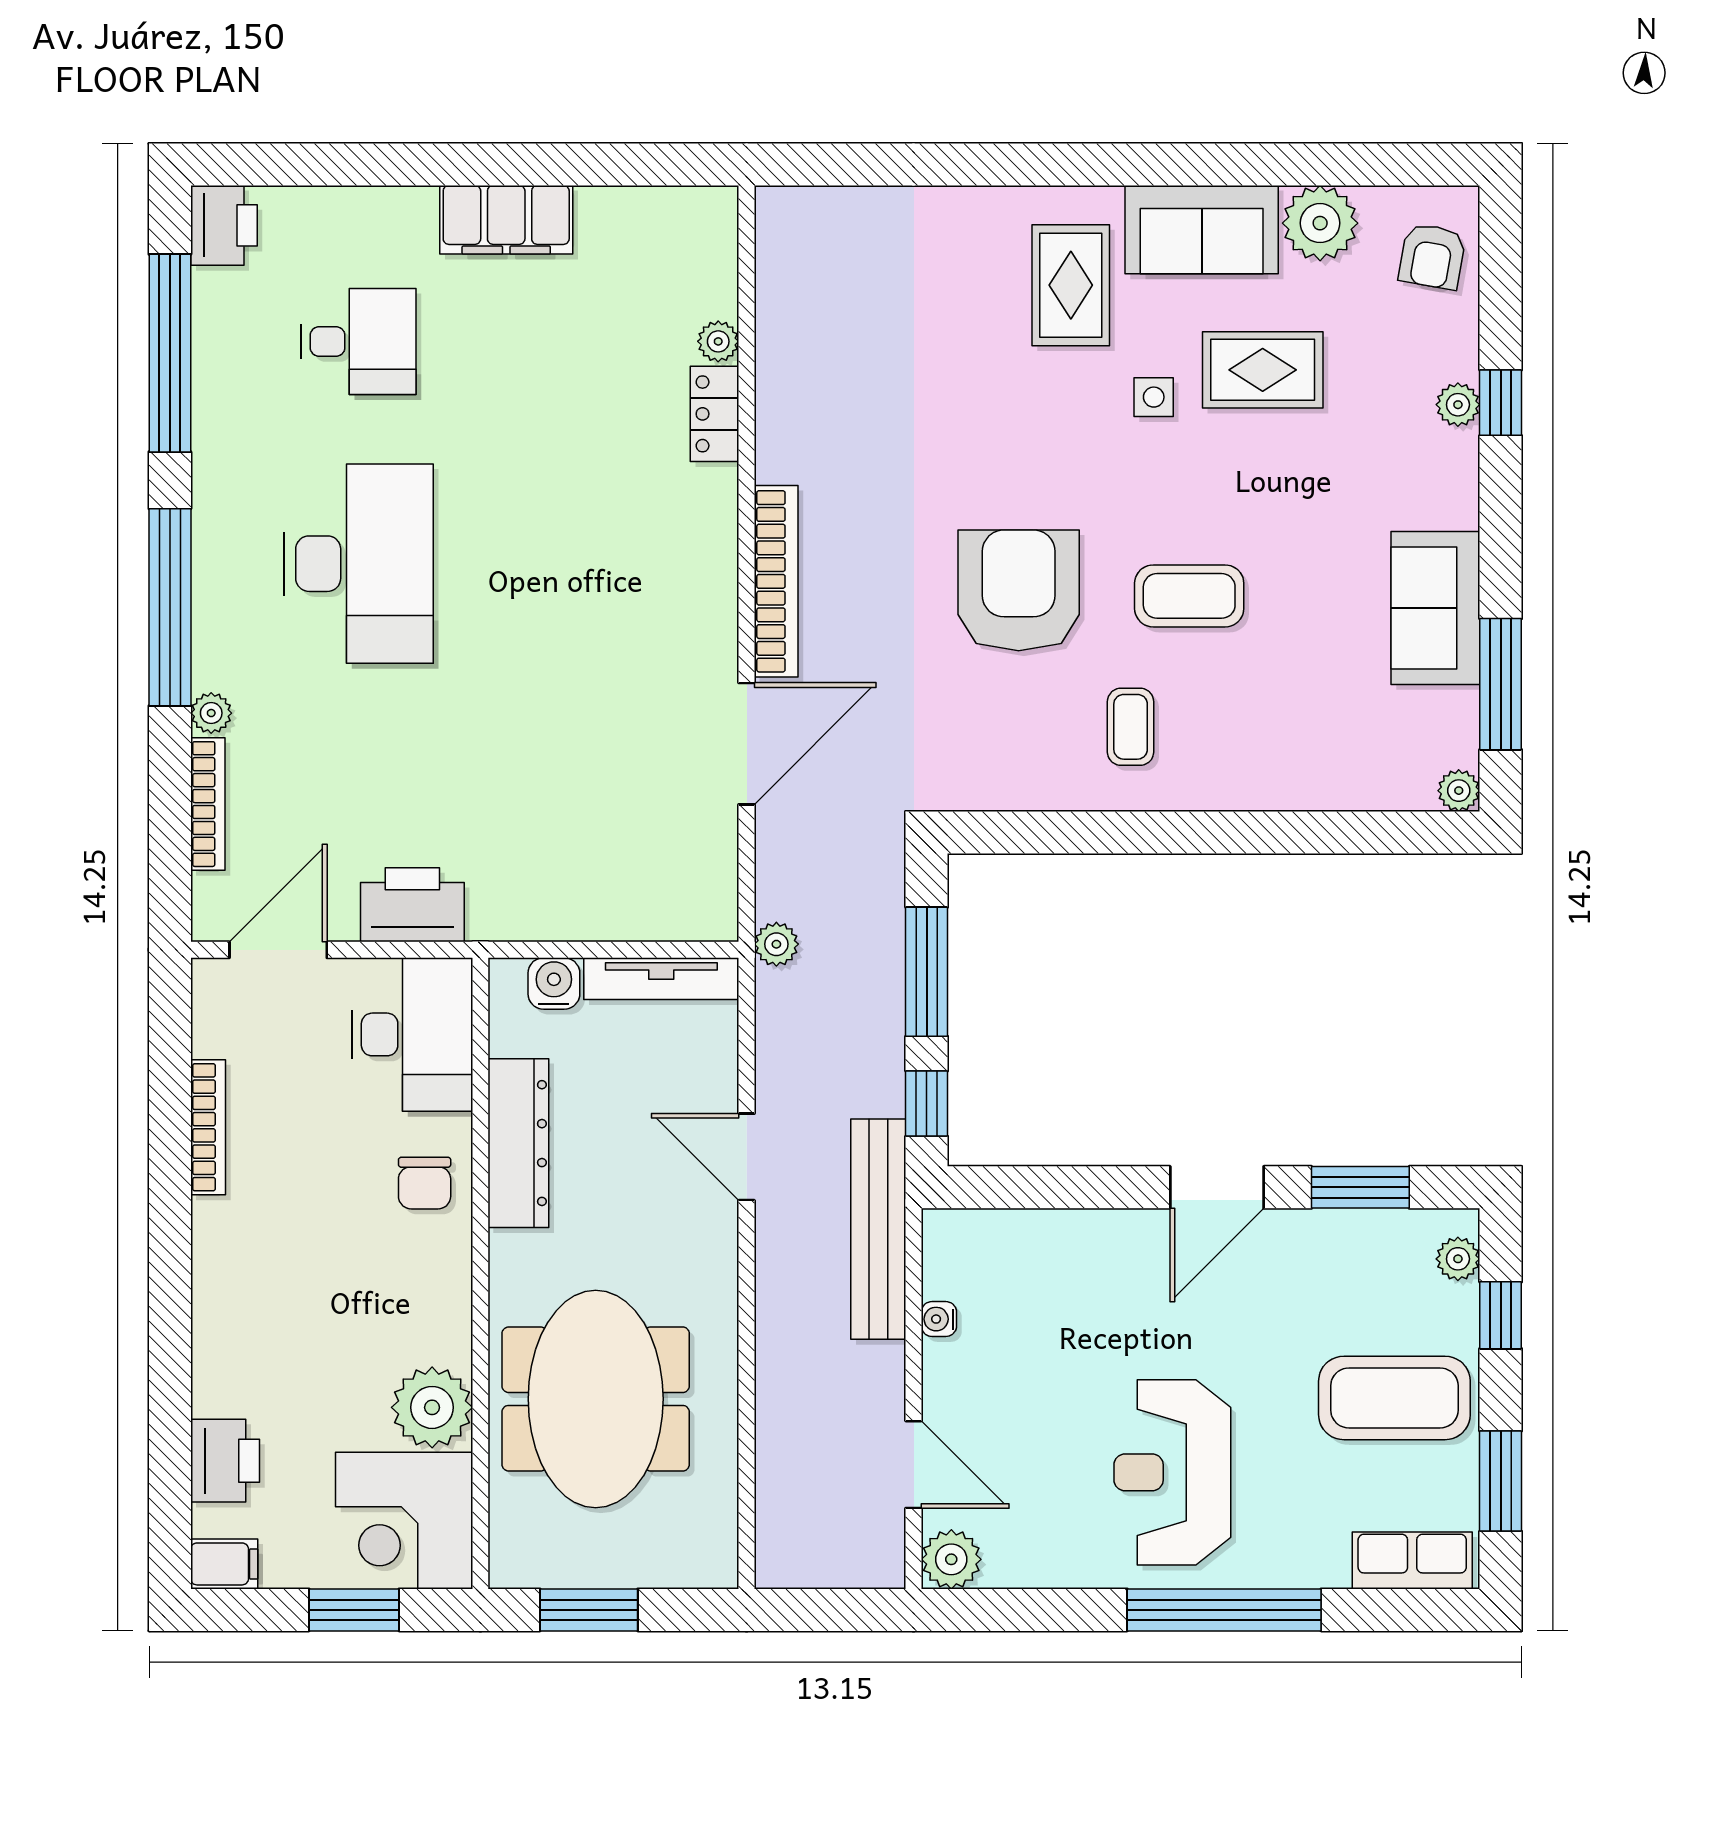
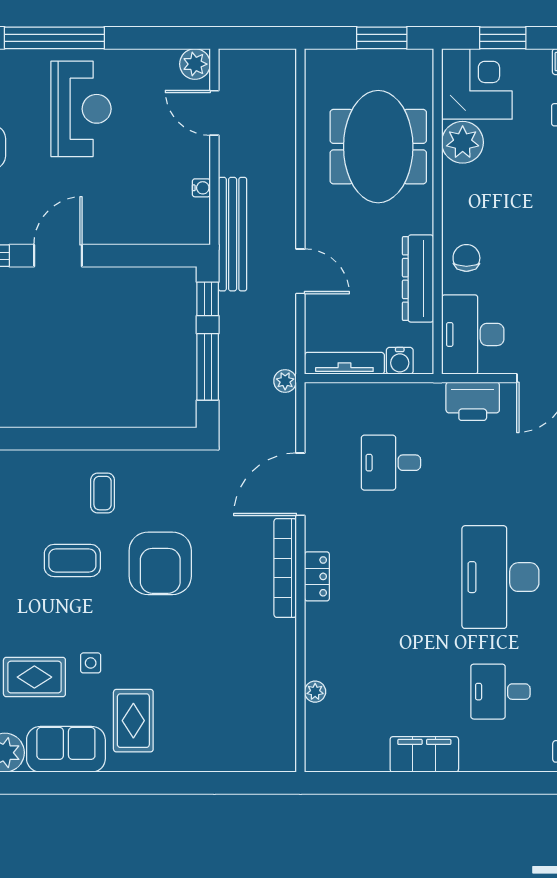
locker: (715, 414) -> (317, 576), moved
desk: (571, 786) -> (391, 463), added

